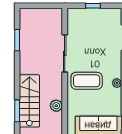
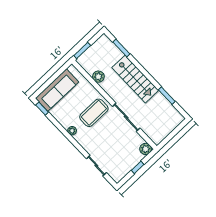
plant: (73, 14) -> (146, 149), added
stairs: (29, 101) -> (135, 79), moved

